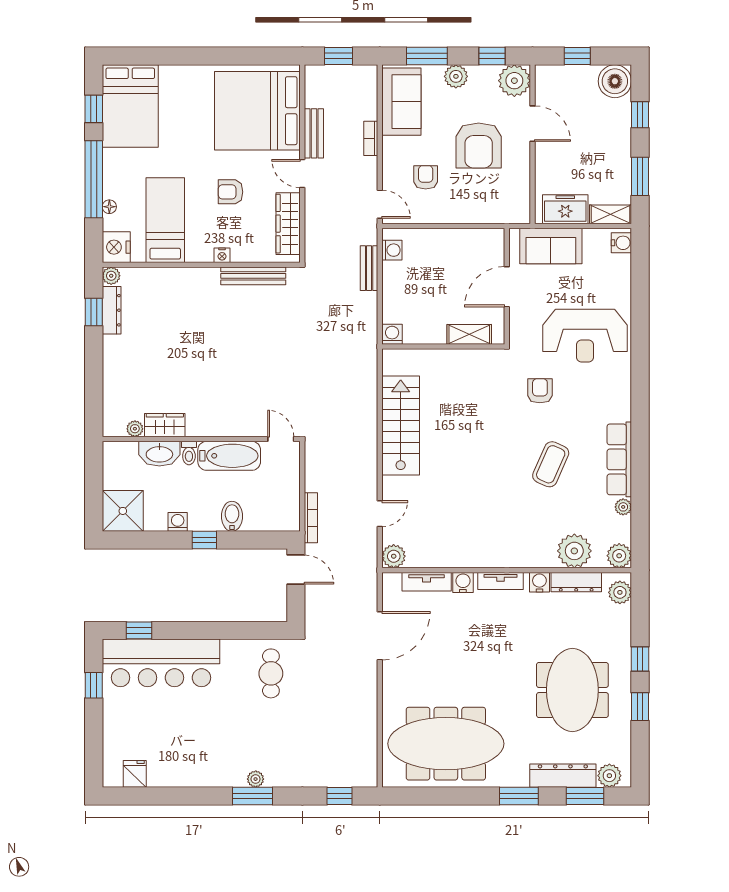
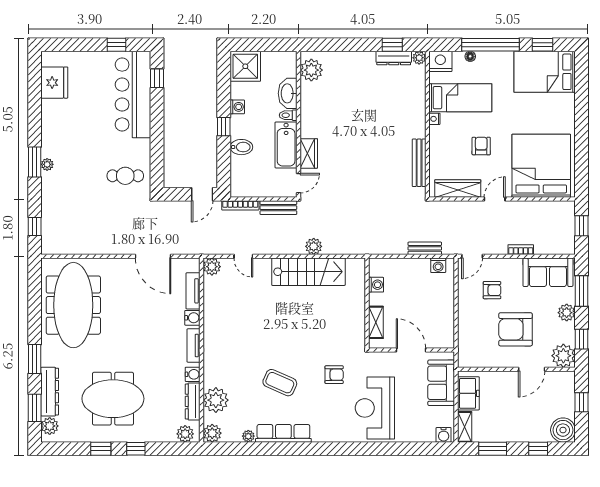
bench: (314, 133) -> (278, 208), moved
nightstand: (222, 255) -> (434, 119), moved
washing machine: (392, 334) -> (376, 285), moved
plant: (366, 419) -> (314, 246), added
wardrobe: (165, 425) -> (309, 153), moved
plant: (135, 429) -> (311, 70), width x1.88, depth x1.88
fridge: (135, 774) -> (54, 83), width x1.88, depth x1.34

